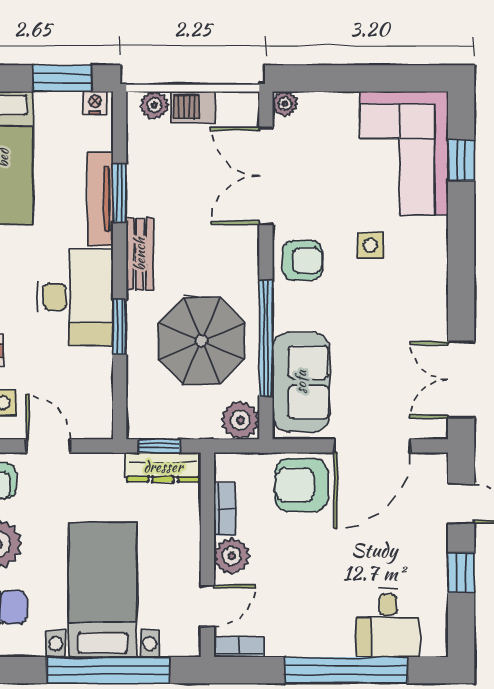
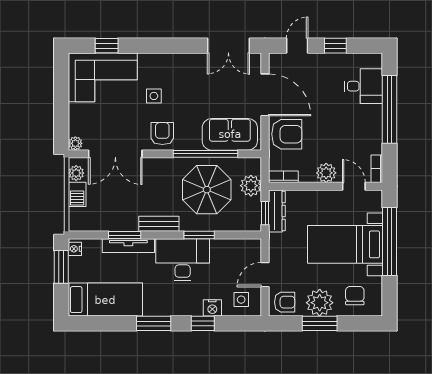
plant: (154, 105) -> (76, 173), moved
plant: (240, 420) -> (251, 186), moved
armchair: (301, 485) -> (287, 134), turned -90
bookcase: (225, 509) -> (283, 177), moved

